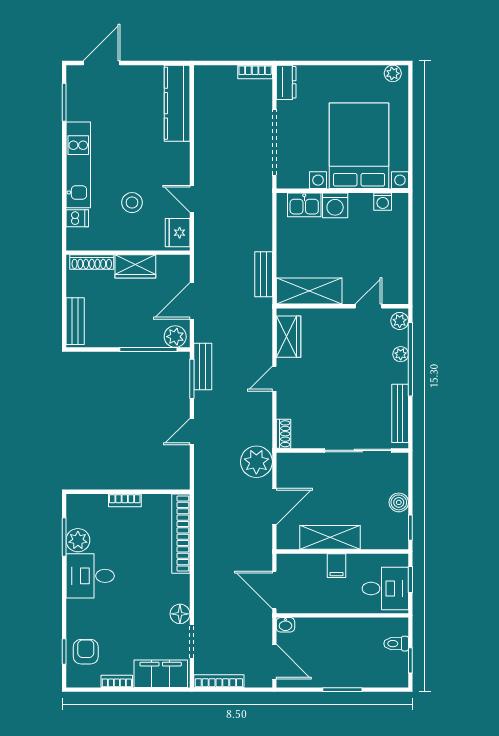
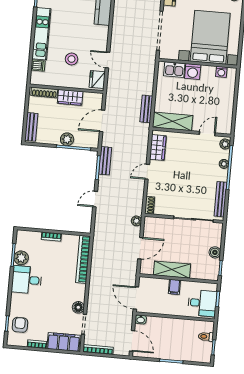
plant: (175, 337) -> (67, 139), moved
plant: (256, 462) -> (136, 221), width x0.53, depth x0.53

